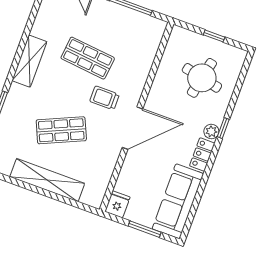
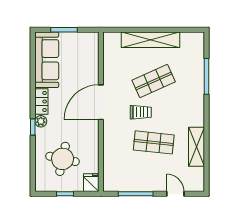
shelving: (29, 61) -> (197, 147), moved
trolley: (105, 98) -> (141, 112), moved
fridge: (117, 204) -> (91, 183), moved, turned 180

